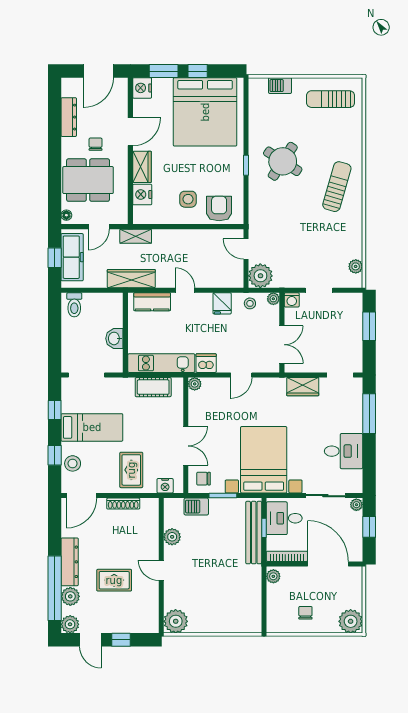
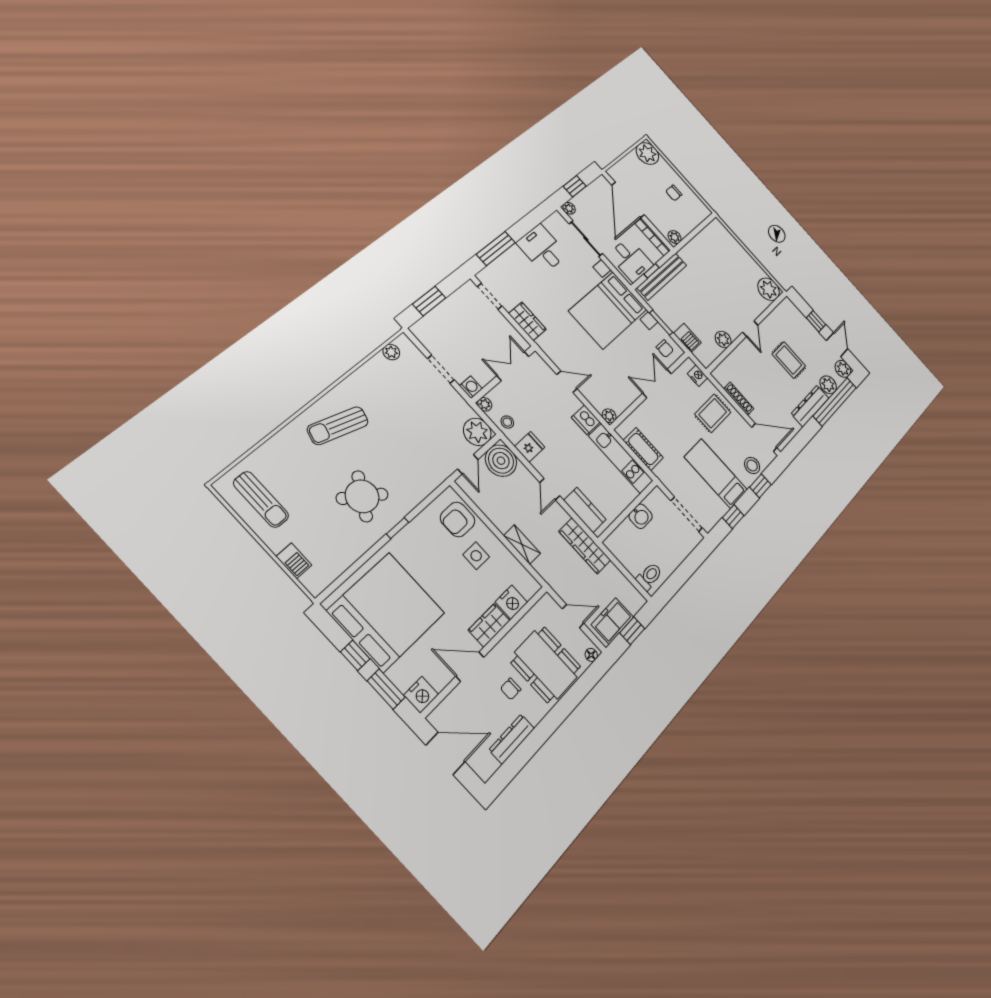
shelving: (136, 236) -> (522, 544), moved
freezer: (72, 257) -> (612, 621), width x0.71
boiler: (230, 274) -> (501, 461), added

